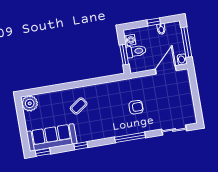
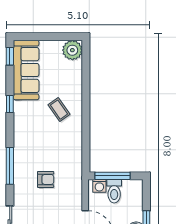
washing machine: (130, 40) -> (99, 186), moved
window: (124, 55) -> (113, 176), width x1.44
armchair: (136, 107) -> (46, 179), turned -90

